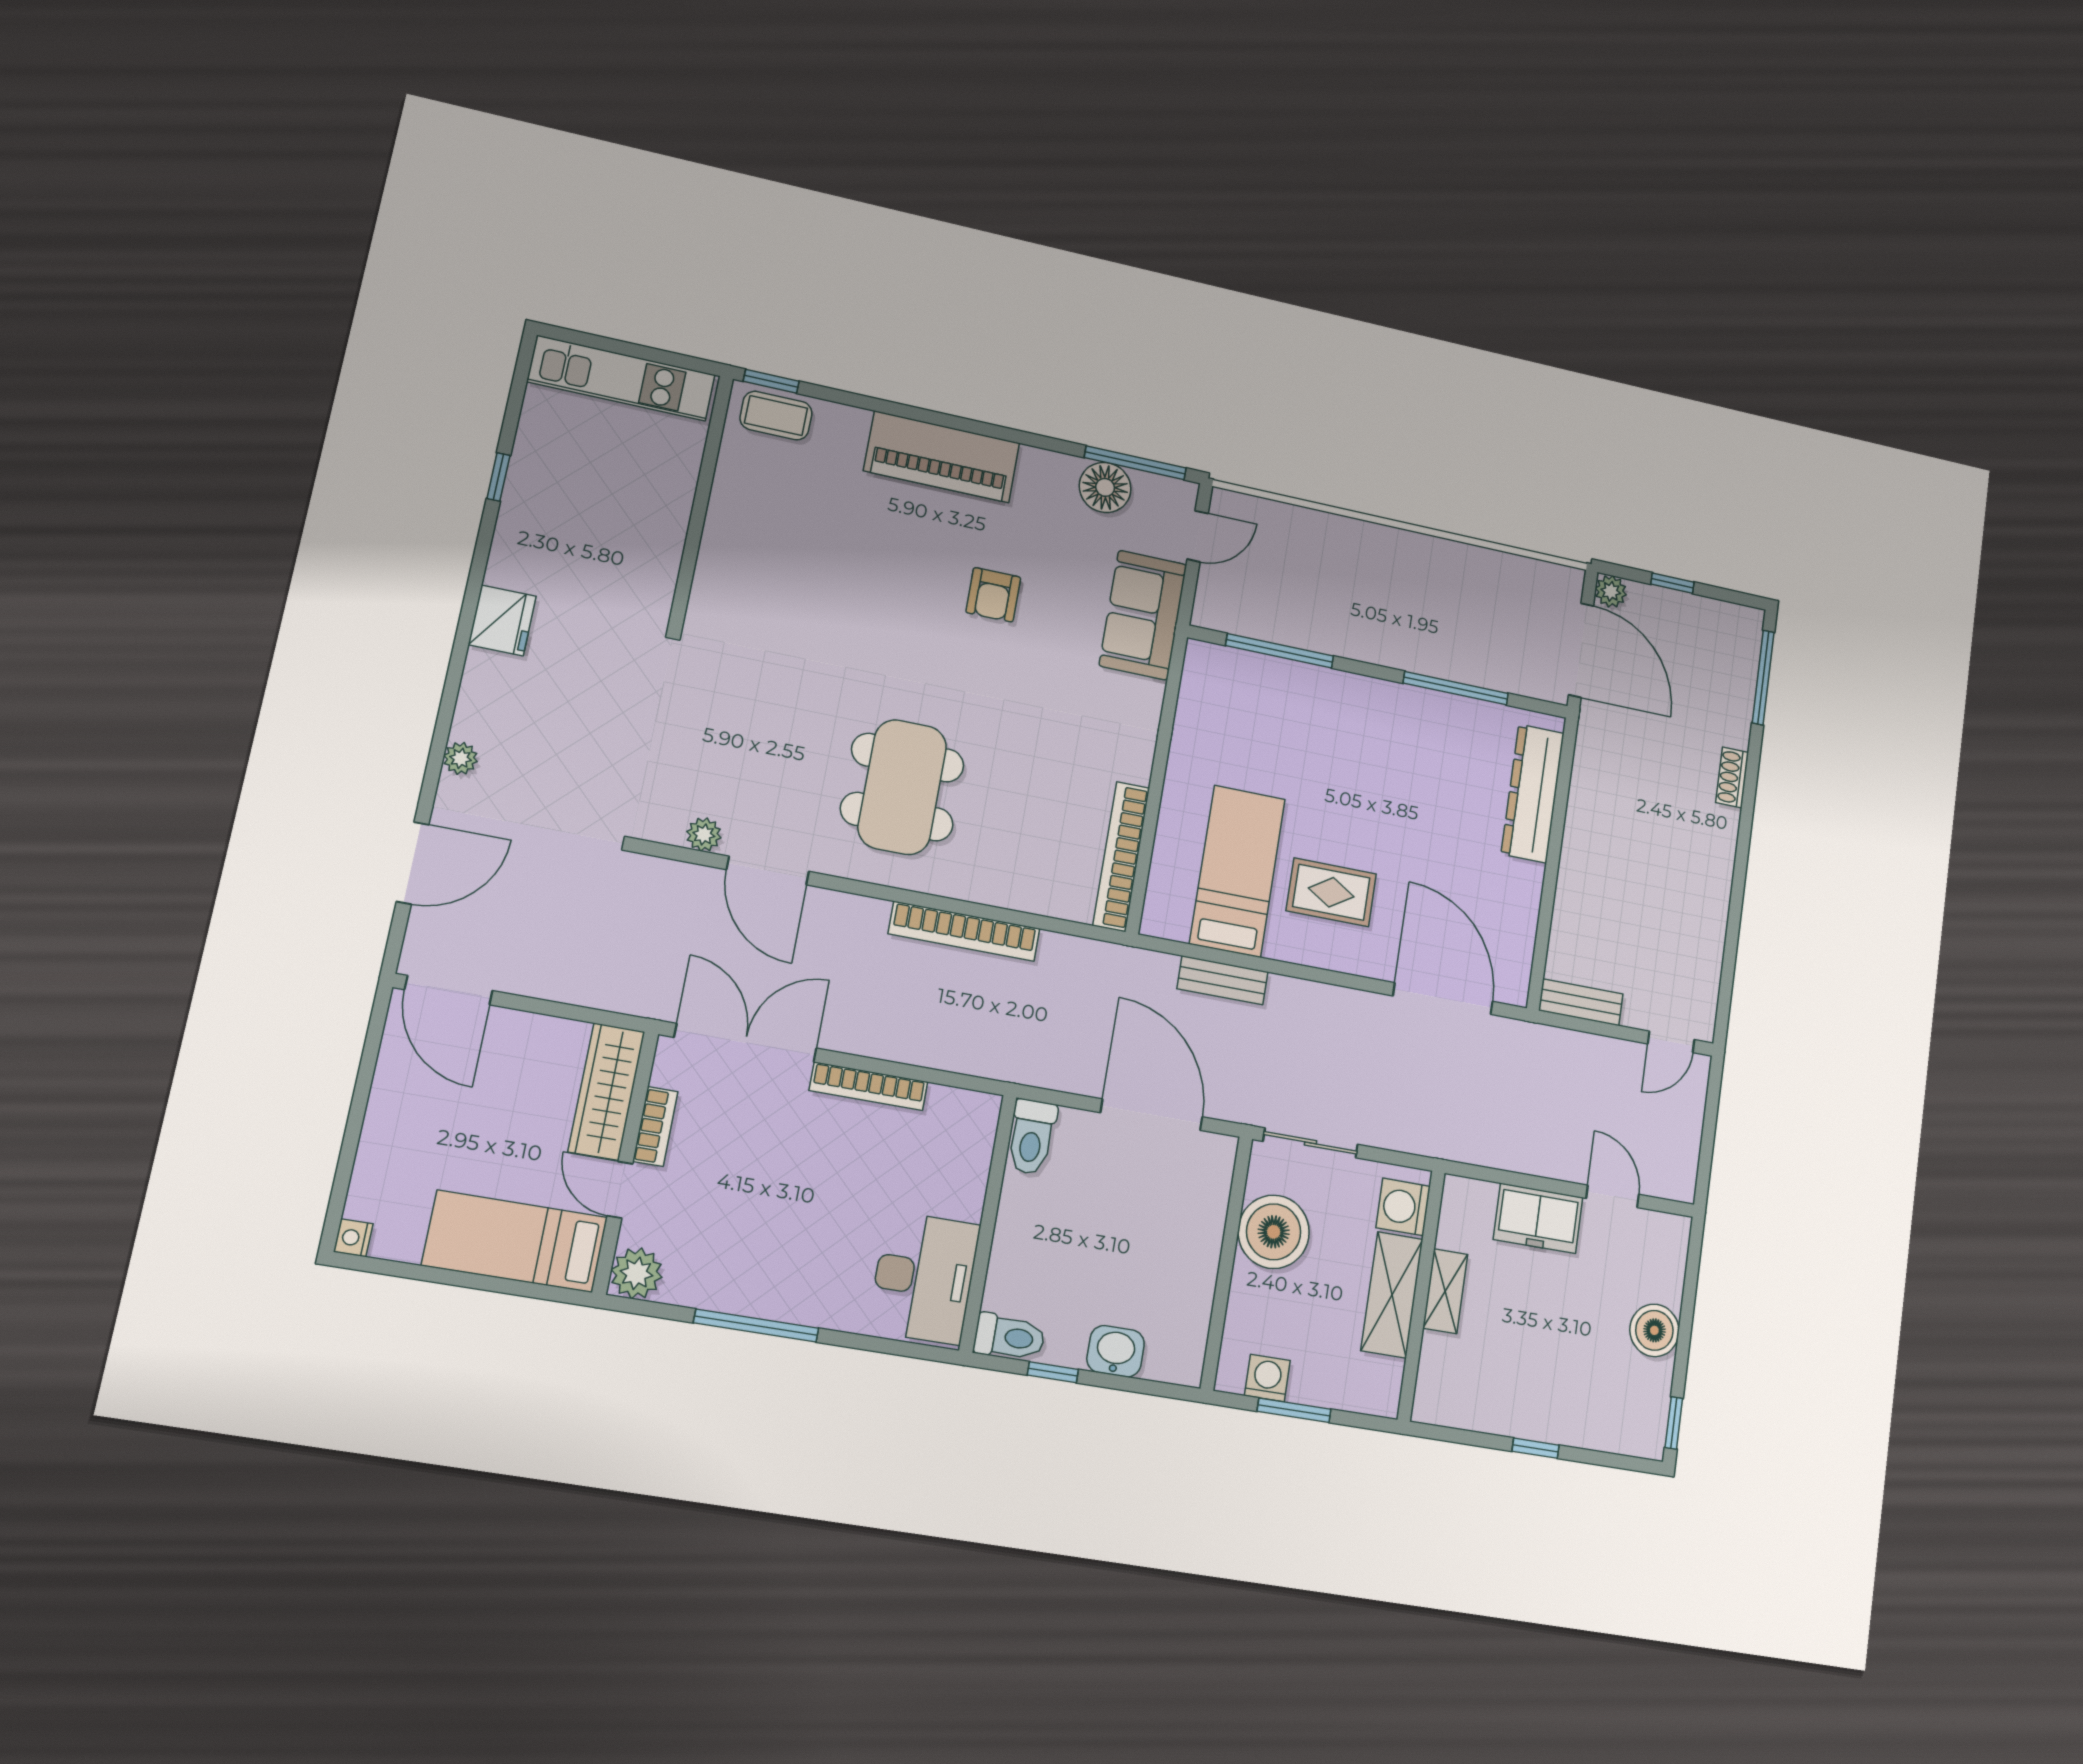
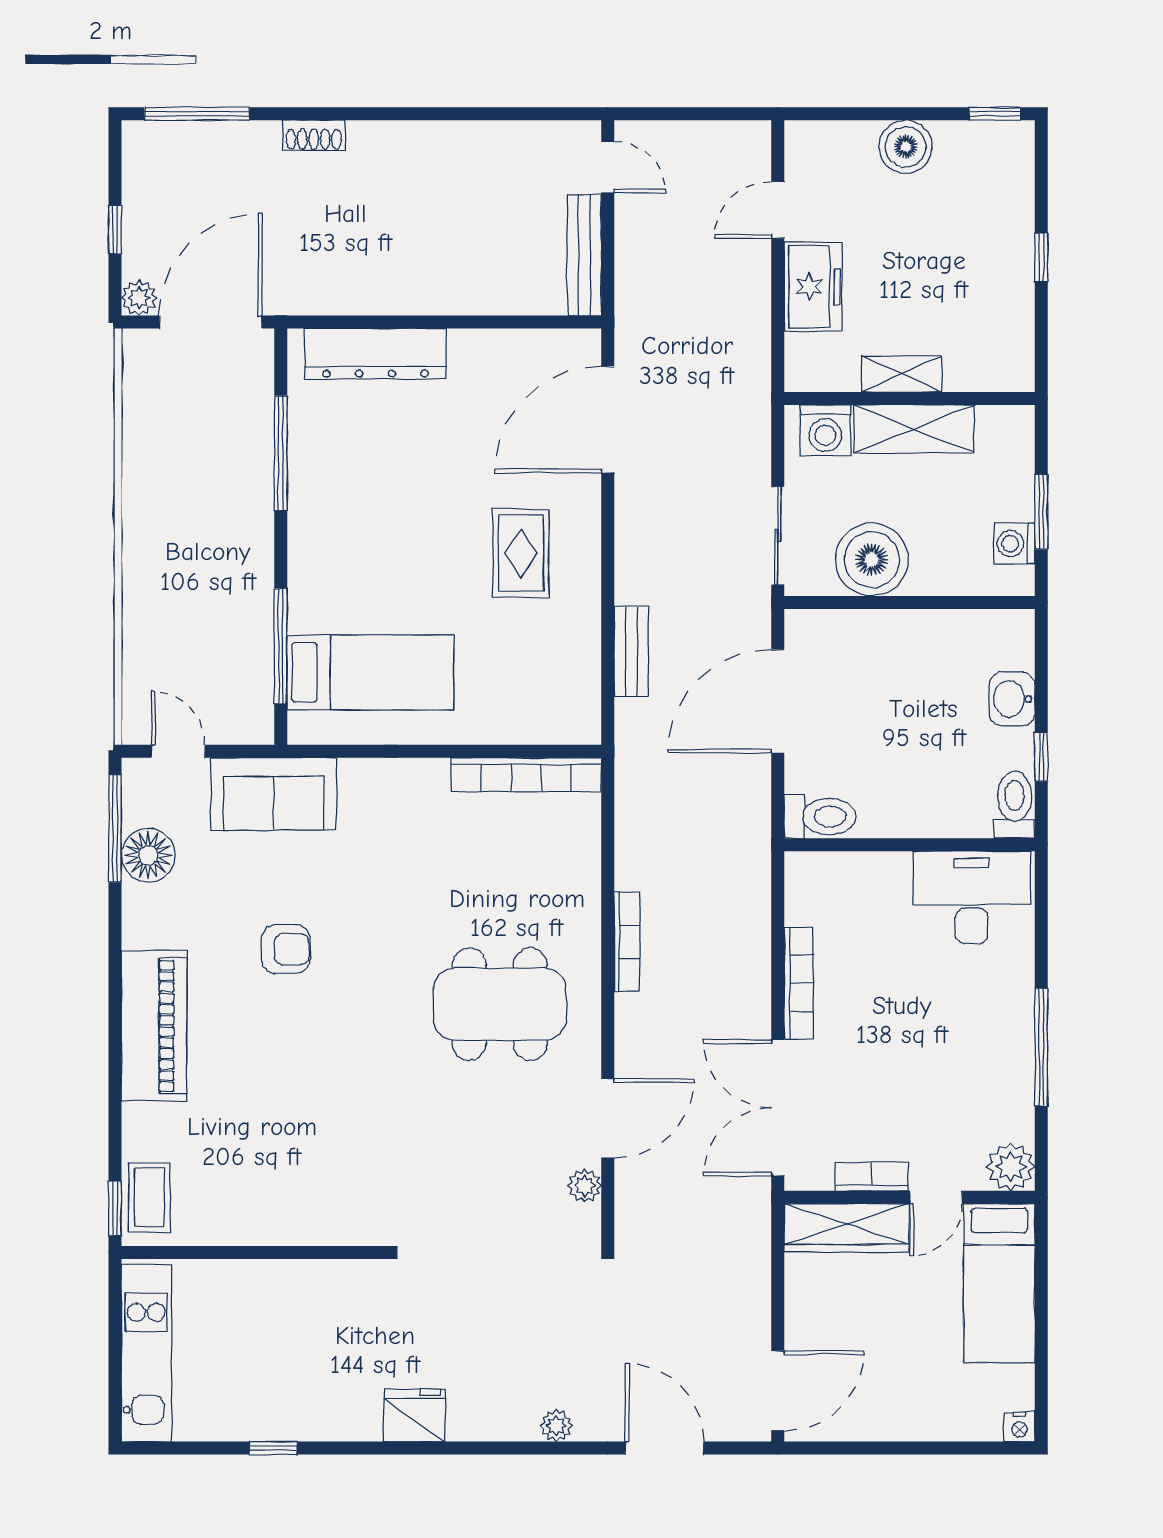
bed: (1237, 871) -> (370, 672), moved, turned 180
bookcase: (964, 931) -> (627, 942), width x0.68, depth x0.76
bench: (1581, 1002) -> (584, 255), width x1.36

